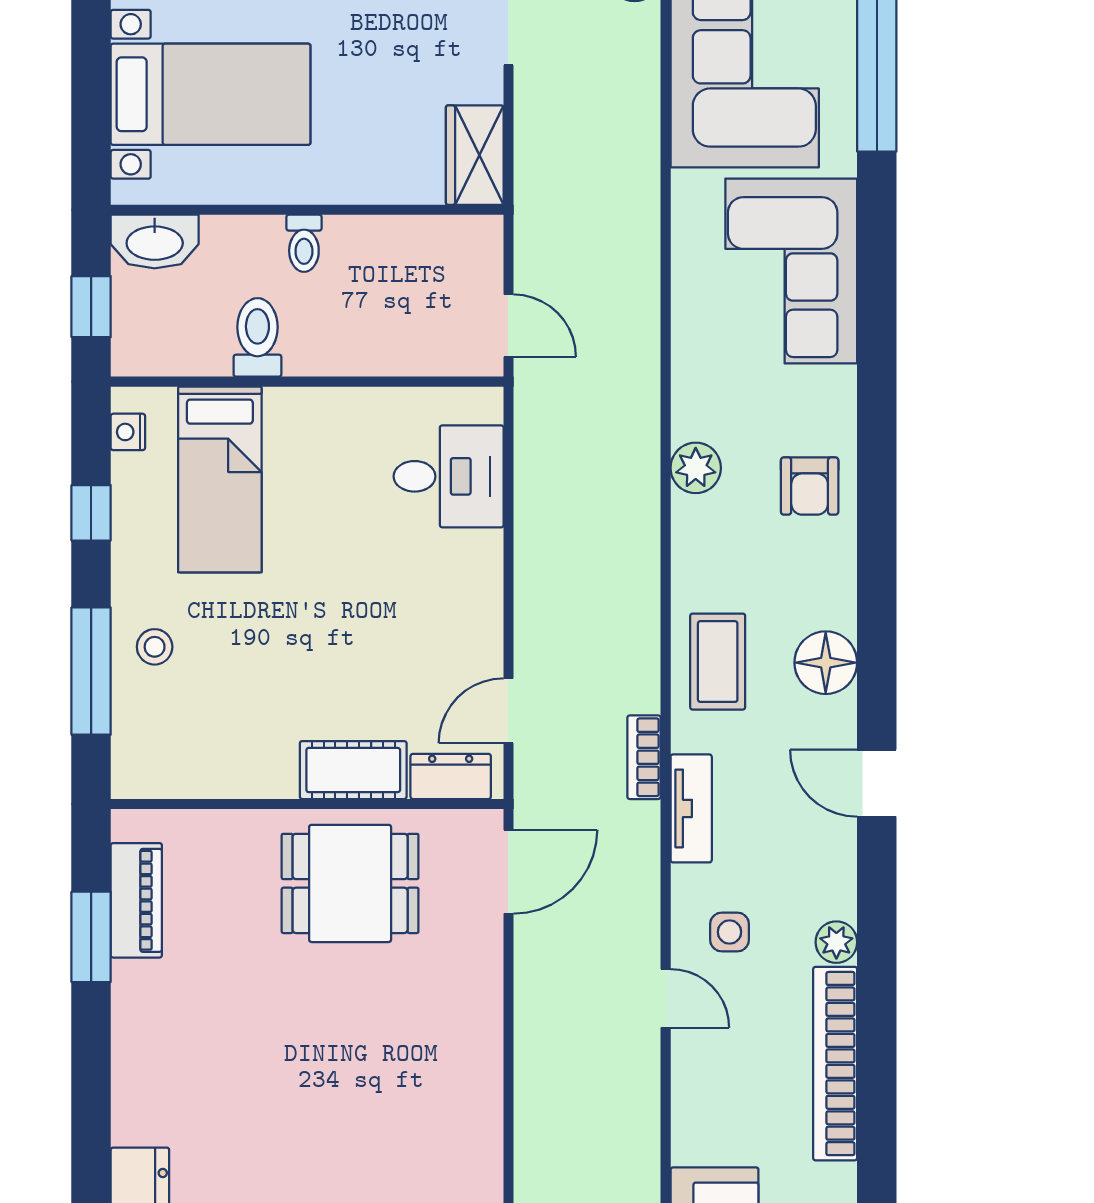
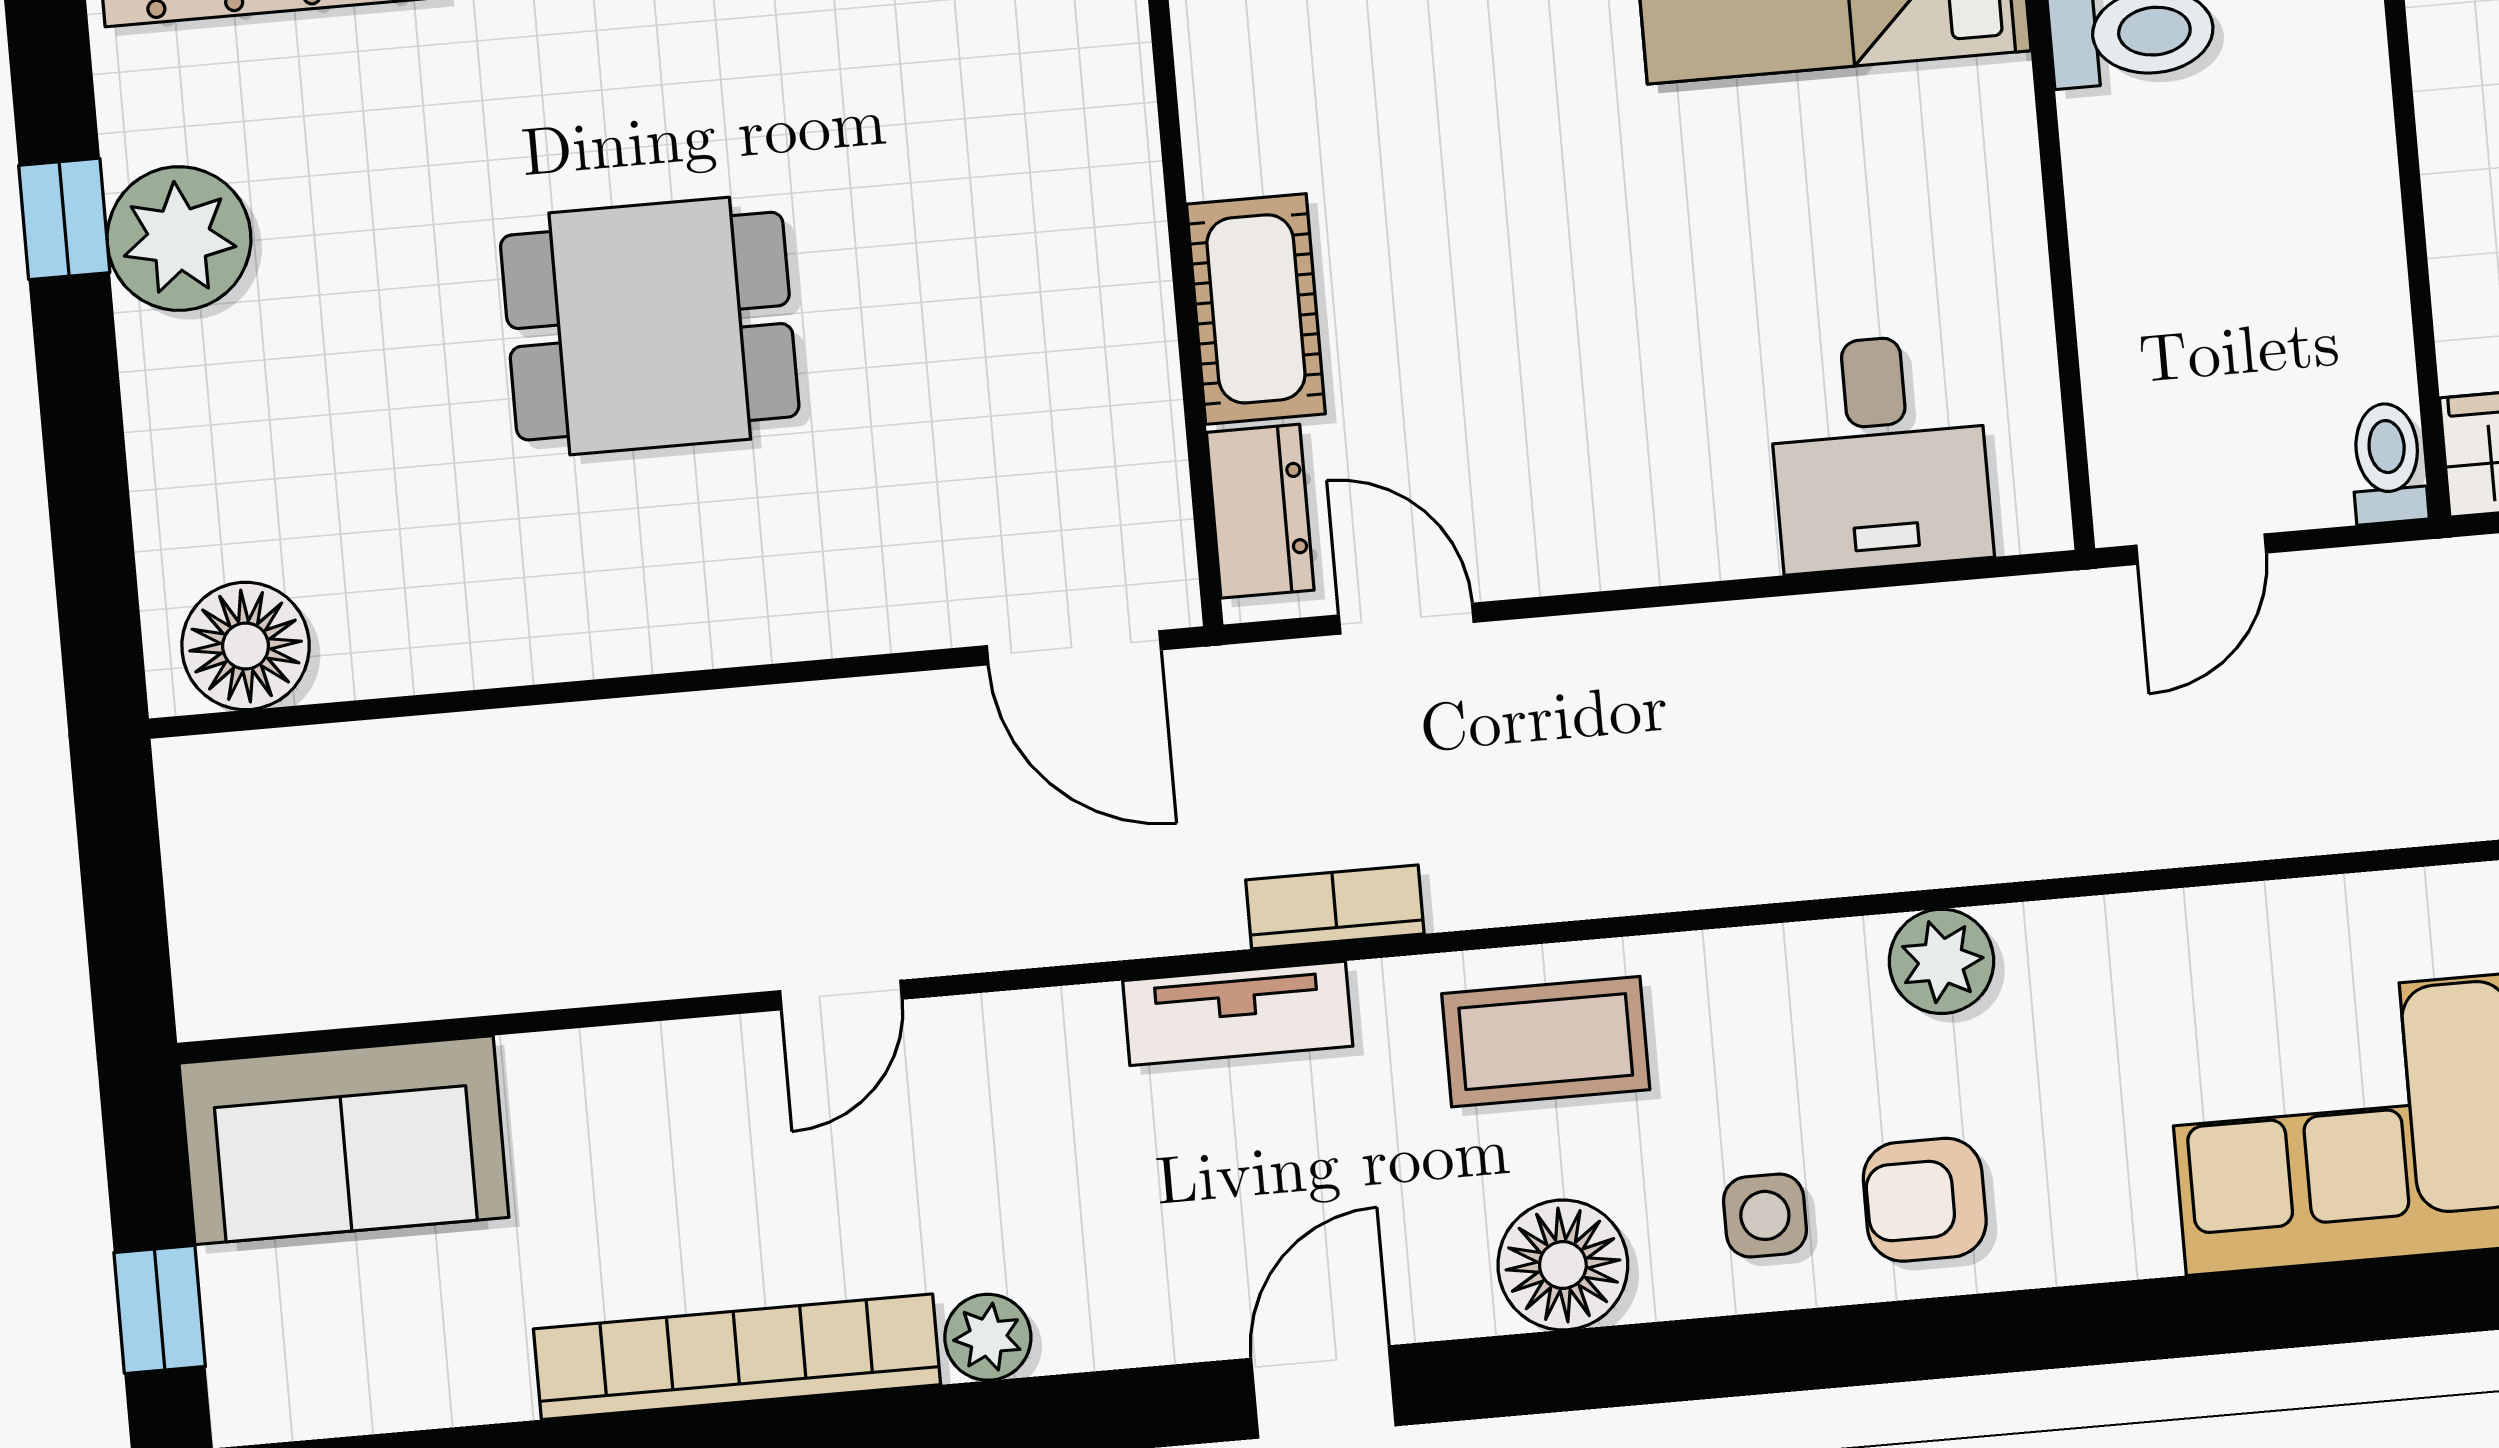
toilet: (304, 243) -> (2388, 463), moved, turned 90
dining table: (350, 883) -> (650, 326), moved, turned 90
side table: (730, 932) -> (1765, 1215), moved

